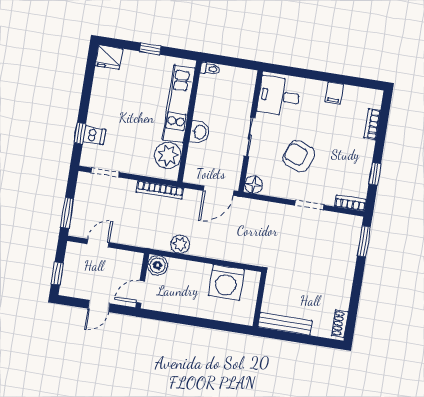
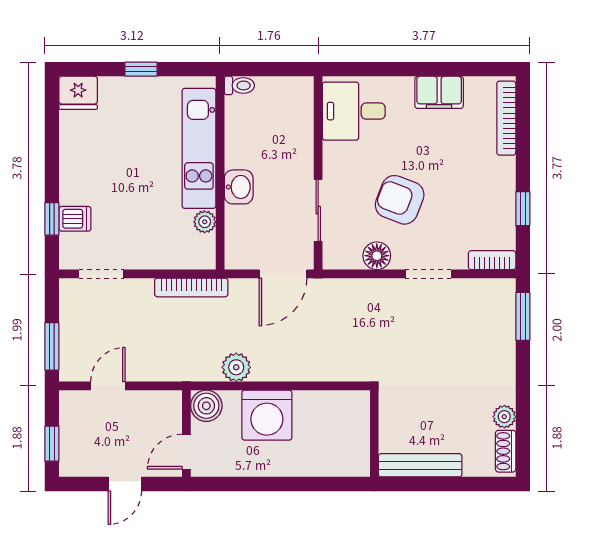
filing cabinet: (334, 93) -> (439, 92), width x2.00
bookcase: (372, 124) -> (506, 118), width x1.56
sliding door: (250, 137) -> (318, 210), moved
plant: (168, 155) -> (205, 222), width x0.53, depth x0.53
floor lamp: (254, 185) -> (377, 256), moved
washing machine: (226, 282) -> (267, 415), moved
plant: (342, 302) -> (504, 417), added

